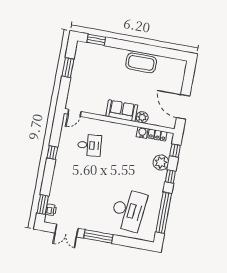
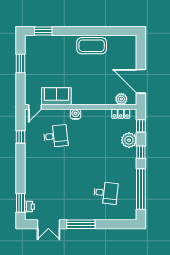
sofa: (122, 111) -> (56, 96), moved
plant: (142, 117) -> (121, 99), moved
water cooler: (142, 133) -> (76, 114), moved
window: (52, 152) -> (20, 137), moved
desk: (128, 210) -> (106, 193), width x0.53, depth x0.77

